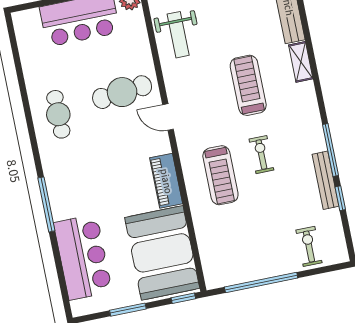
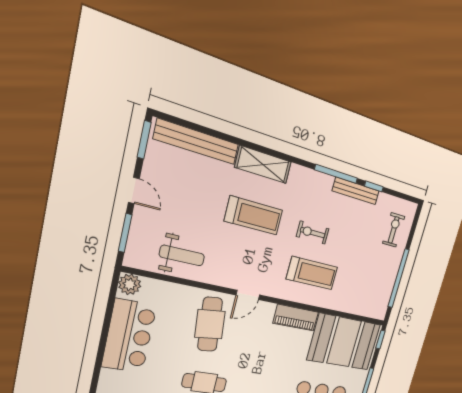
shelving: (301, 62) -> (263, 165), width x1.50, depth x1.33
treadmill: (248, 85) -> (254, 216), turned 180
exercise bike: (309, 246) -> (394, 230), turned 90

